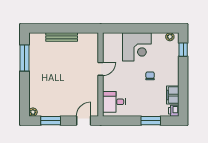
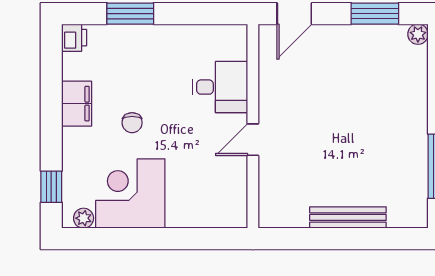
corner desk: (137, 47) -> (130, 194), moved
filing cabinet: (173, 95) -> (77, 104), moved
desk: (114, 102) -> (220, 87), moved

